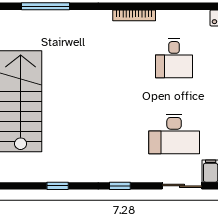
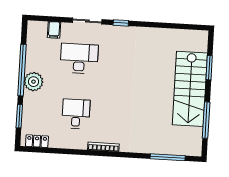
window: (58, 186) -> (166, 26), removed
sliding door: (182, 186) -> (87, 21), moved

